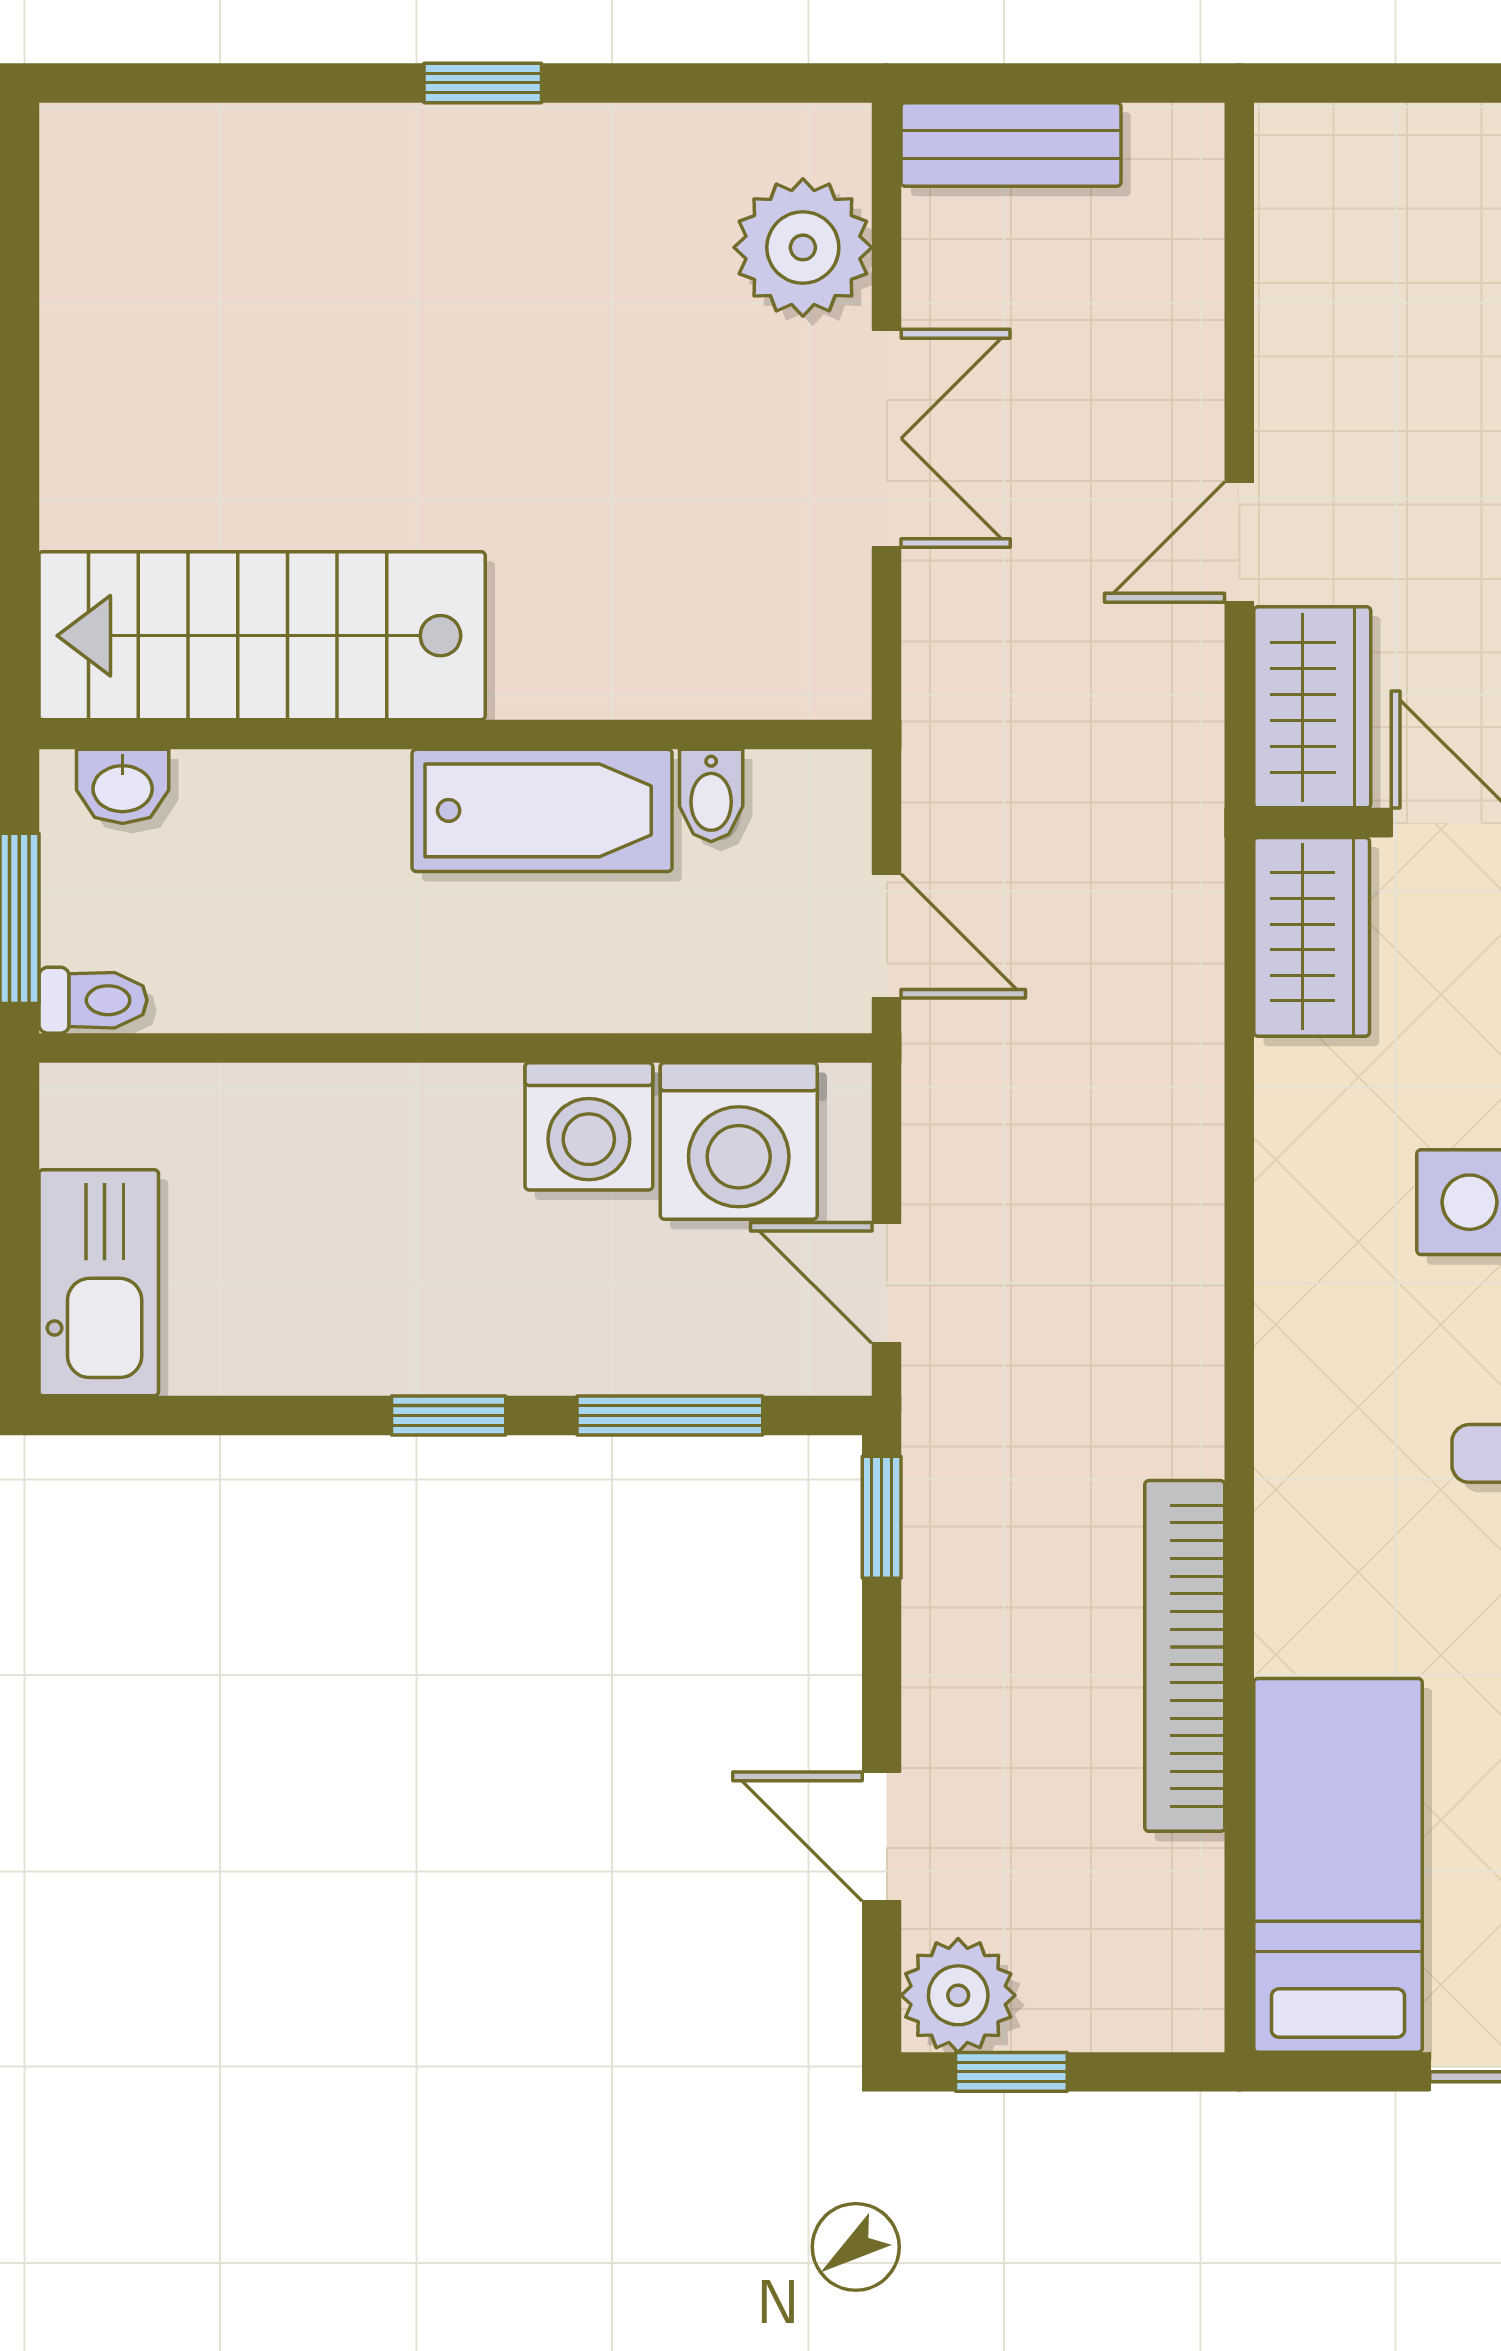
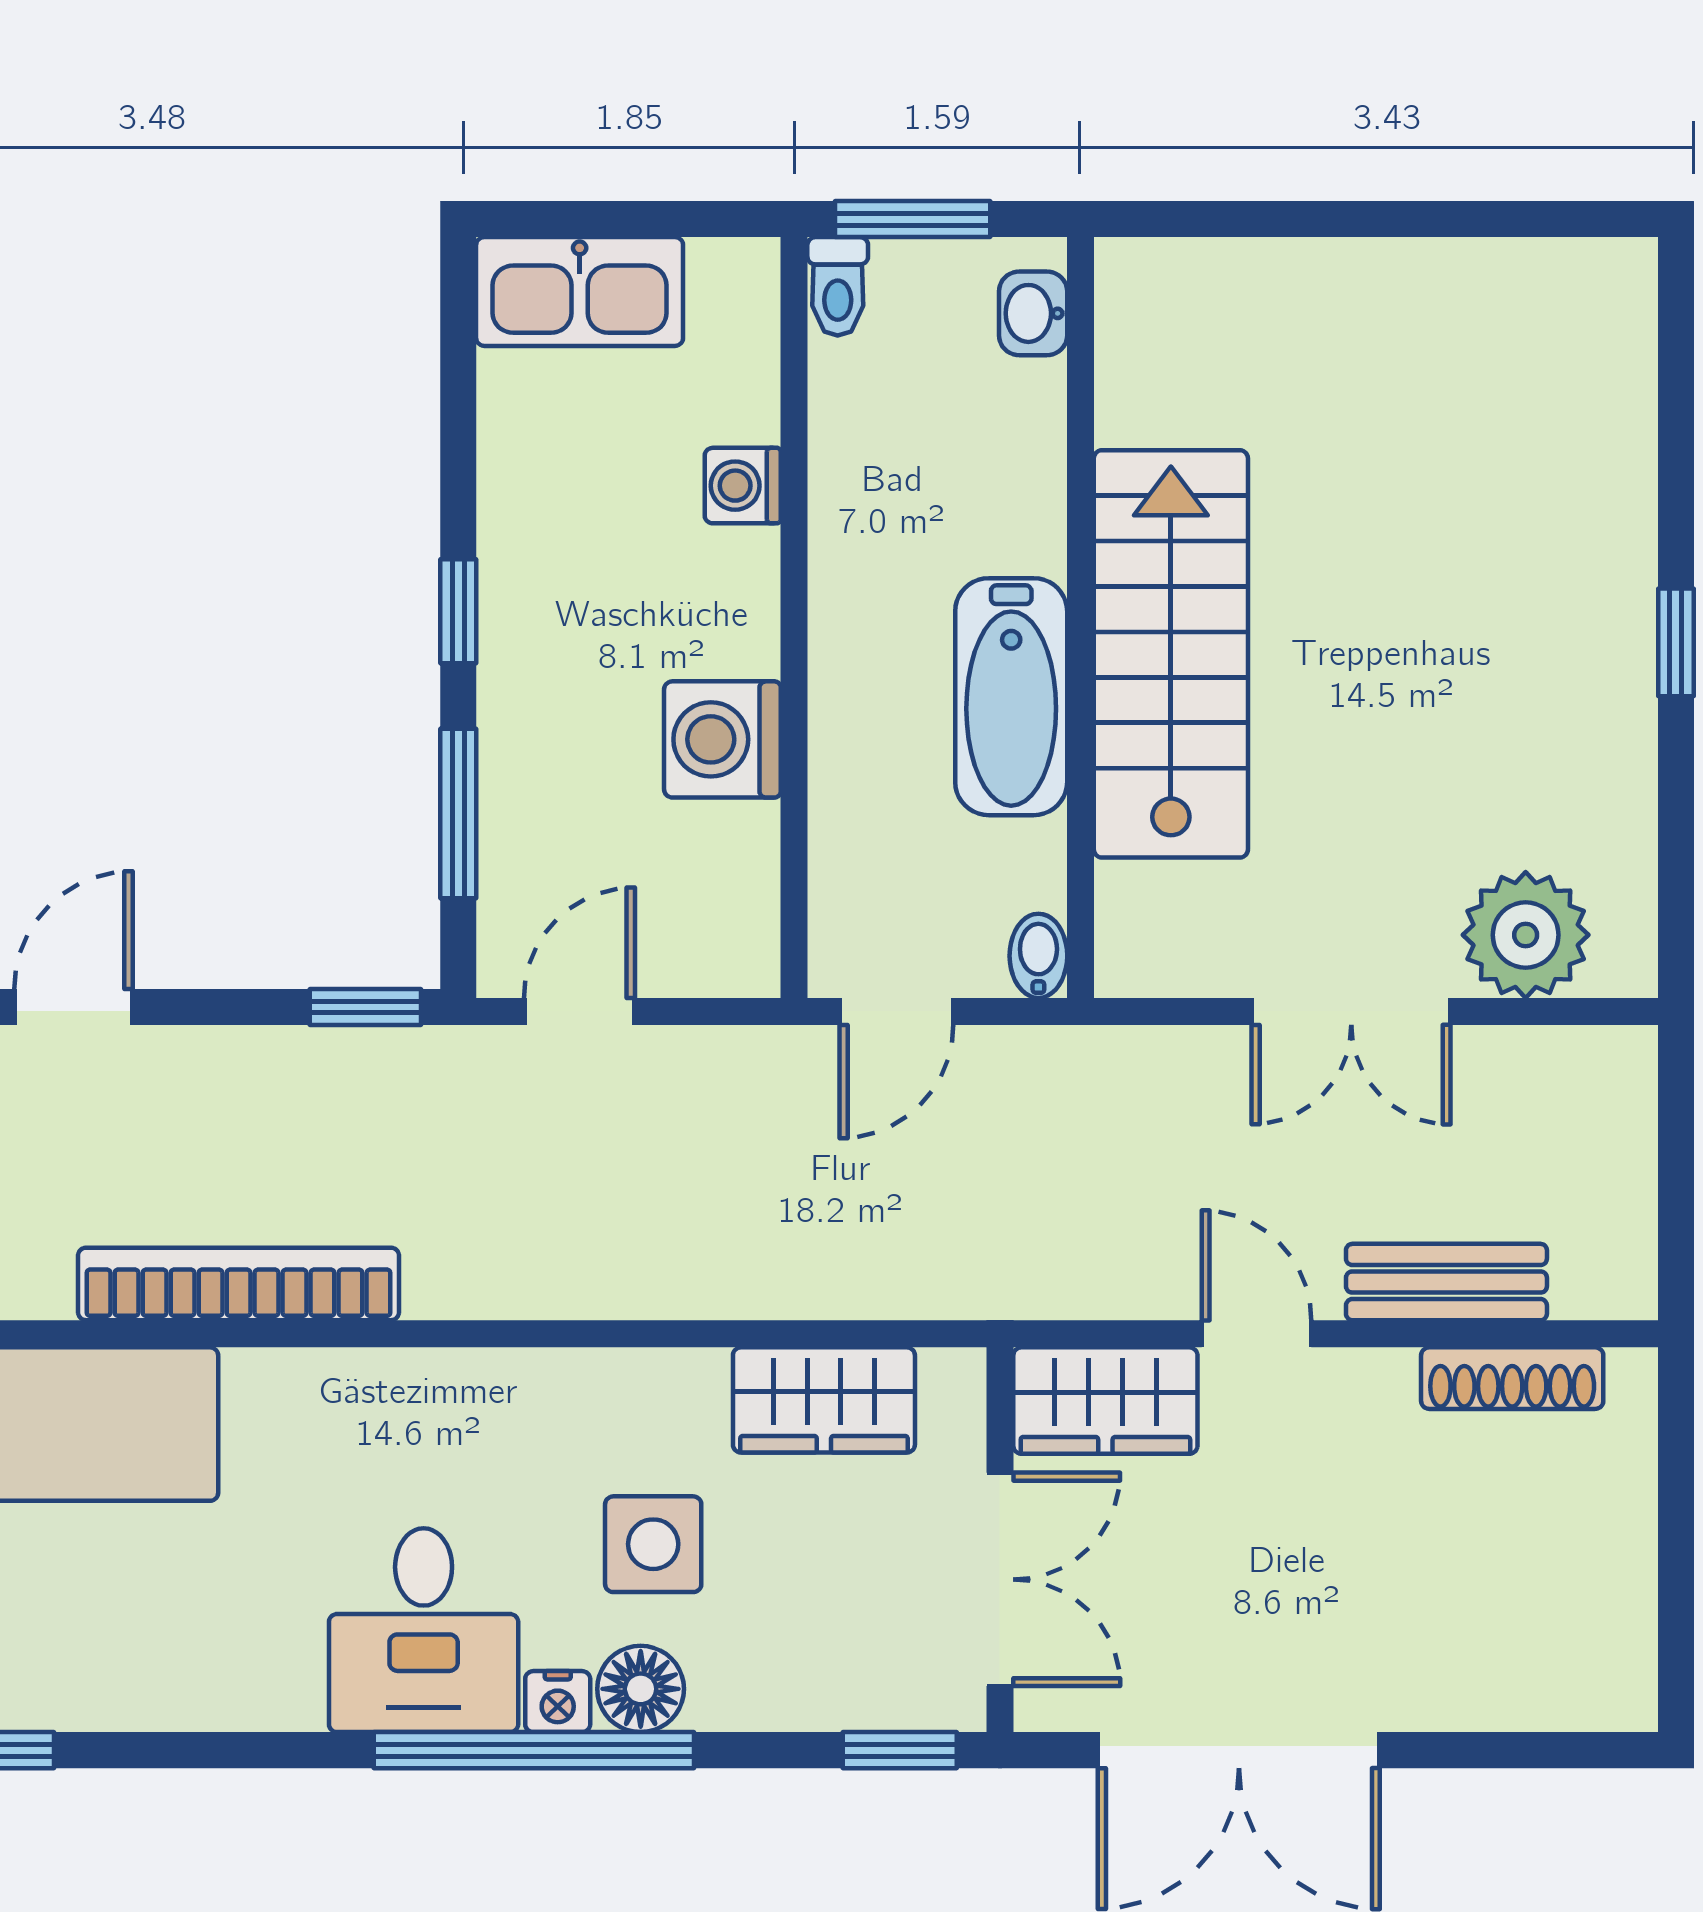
bench: (1011, 145) -> (1446, 1282), moved, turned 90
shoe rack: (1288, 262) -> (1512, 1378), added
stairs: (262, 636) -> (1171, 654), moved
bidet: (711, 795) -> (1038, 956), moved, turned 90
wardrobe: (1312, 937) -> (824, 1400), moved
washing machine: (739, 1141) -> (743, 486), moved, width x0.53, depth x0.53

